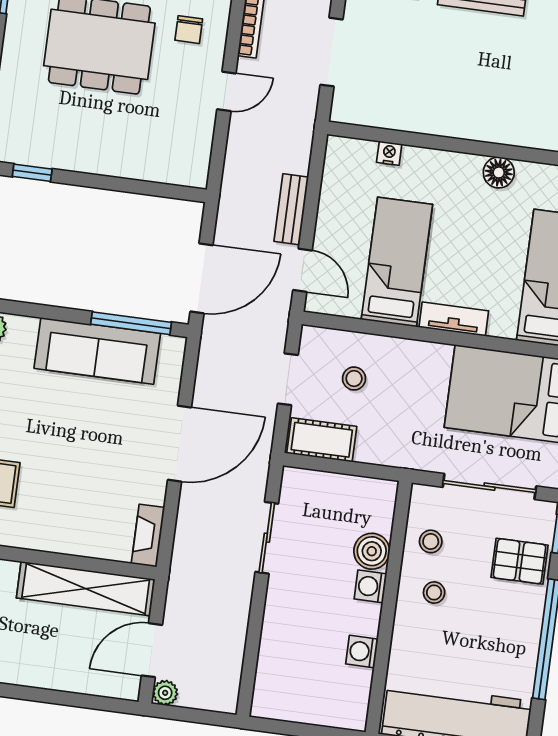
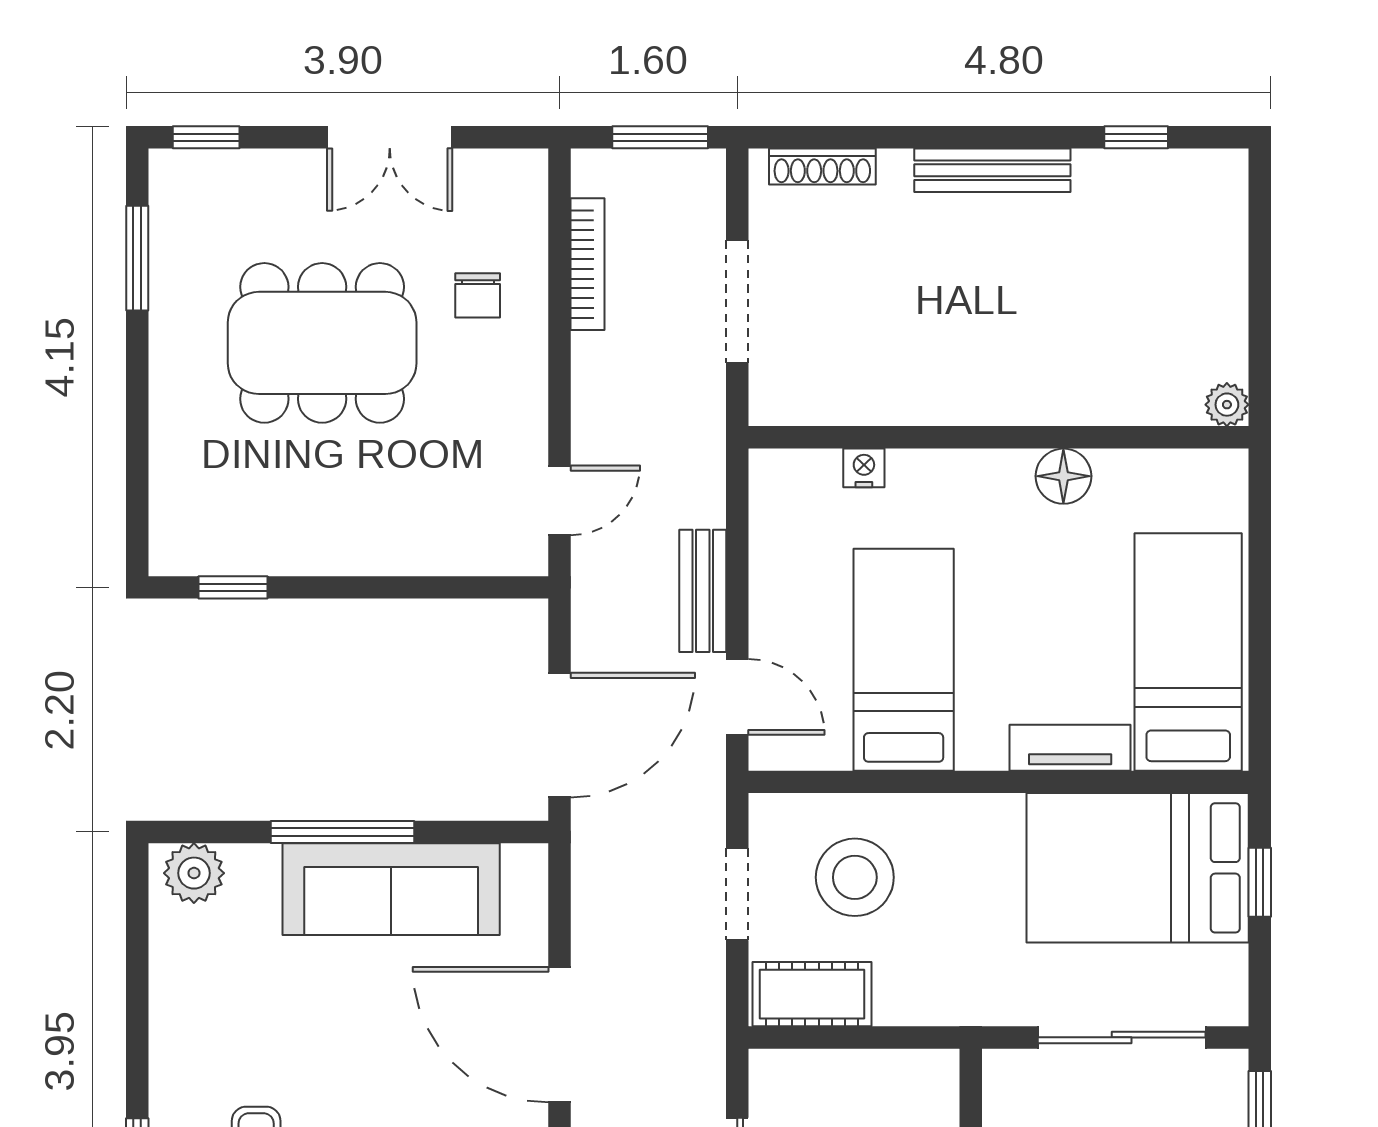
door: (226, 91) -> (559, 500), moved
tv unit: (454, 319) -> (1070, 748), moved
window: (131, 323) -> (342, 832), moved
stool: (354, 379) -> (855, 877), width x1.89, depth x1.89
door: (179, 444) -> (559, 1035), swing flipped

